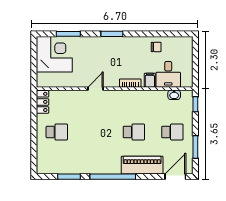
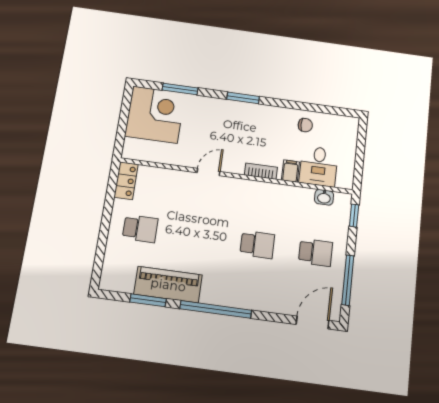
window: (195, 147) -> (348, 280), width x1.44
piano: (142, 165) -> (168, 285), moved

